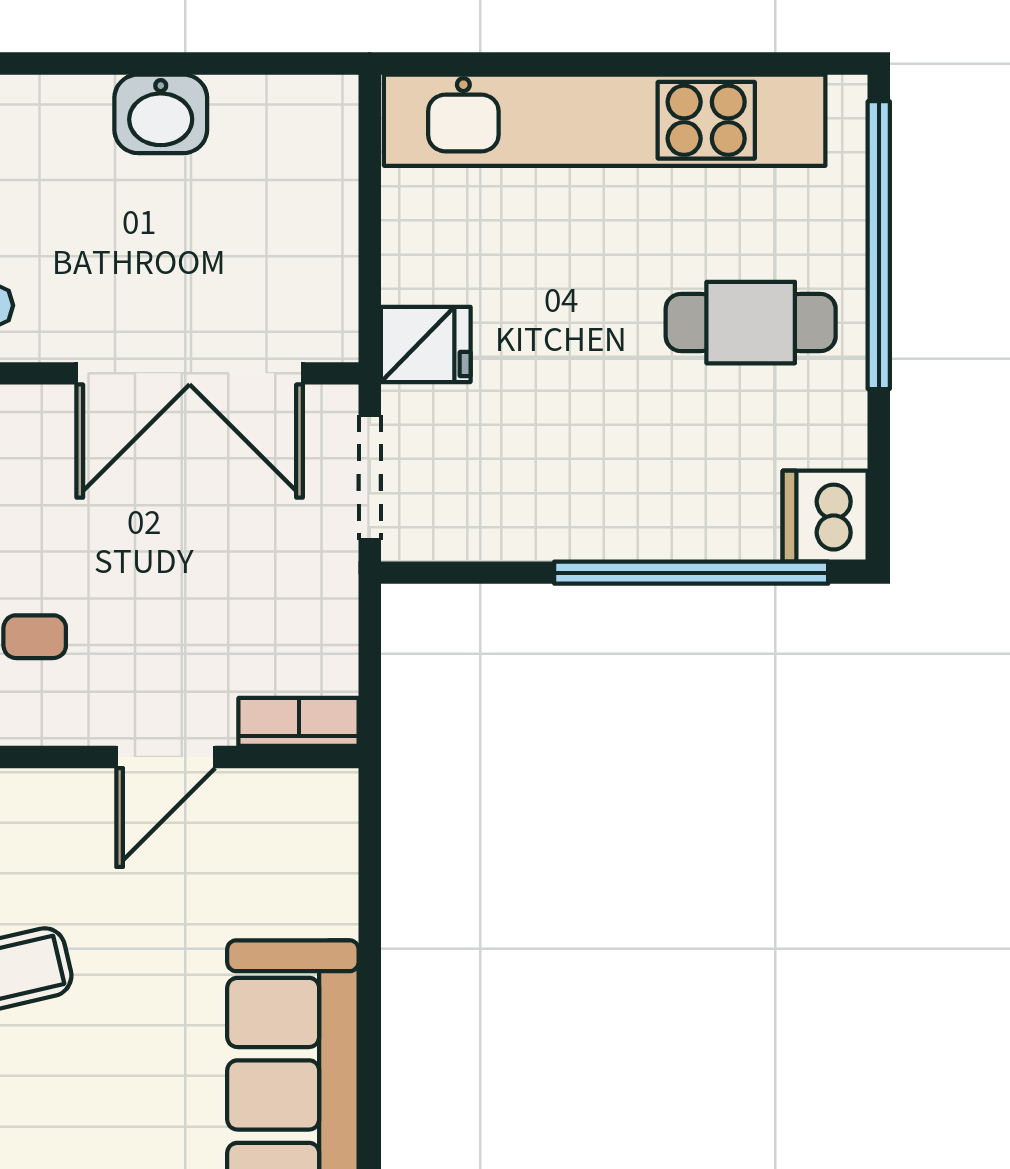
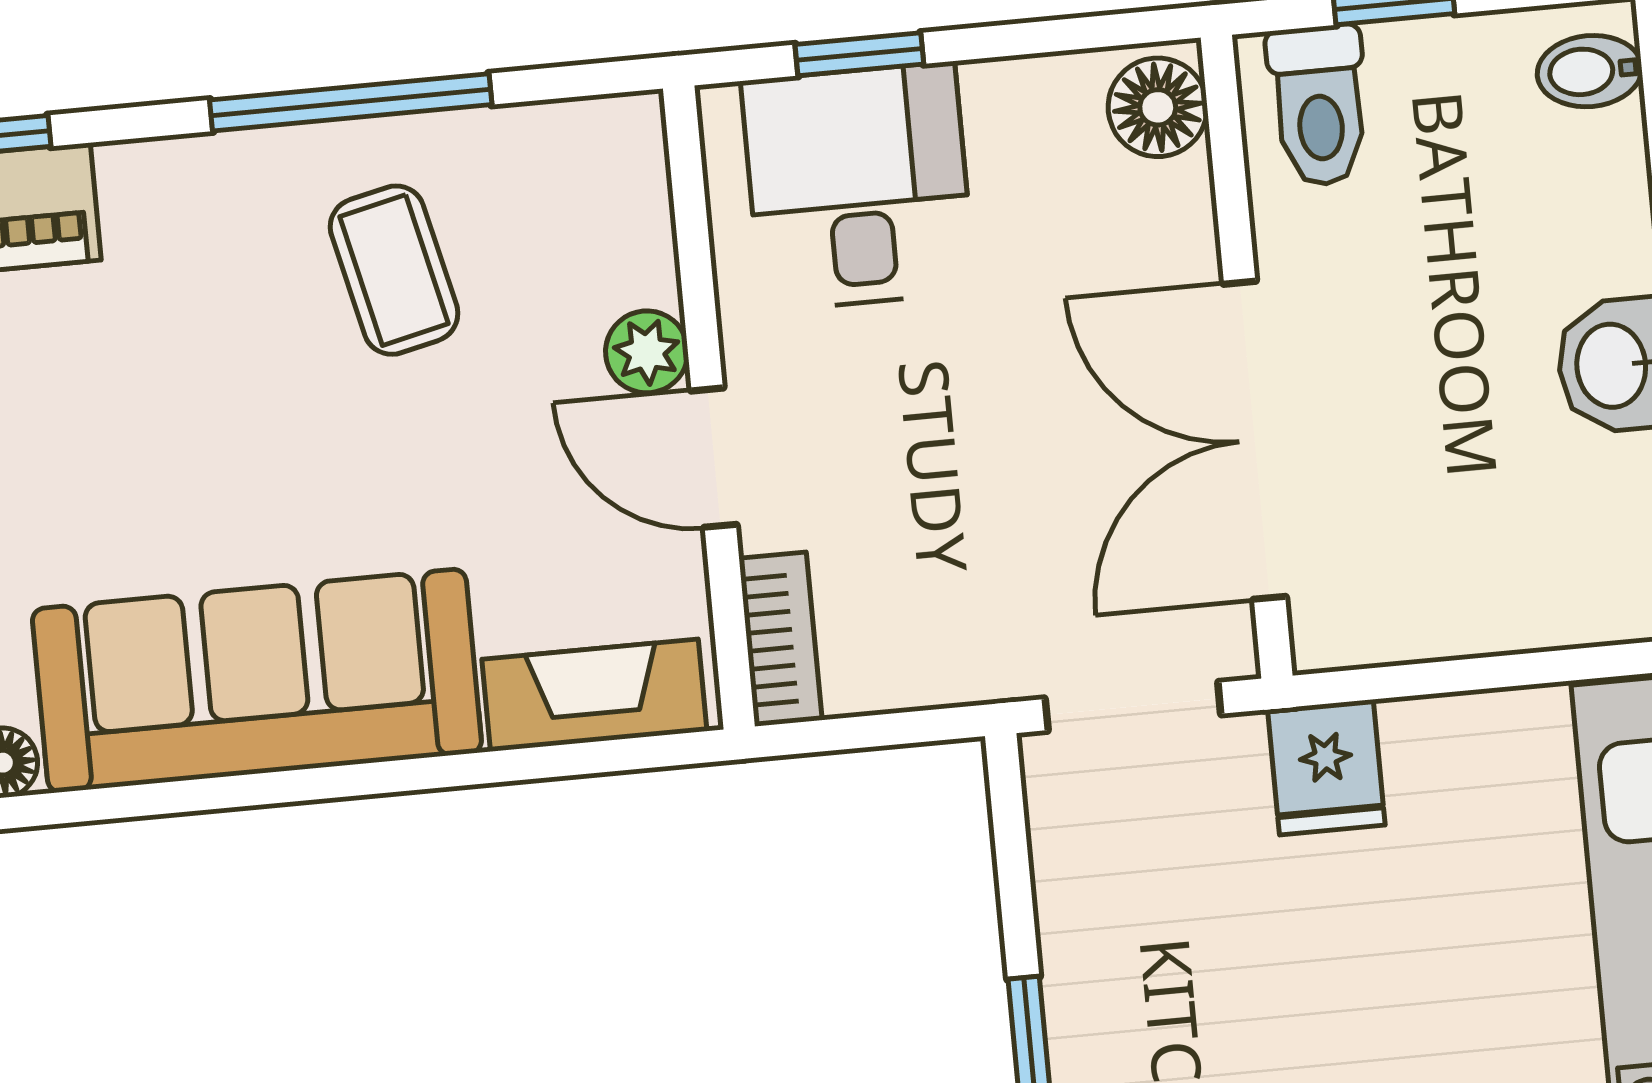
plant: (86, 797) -> (647, 352), added
fireplace: (326, 857) -> (594, 695), added

